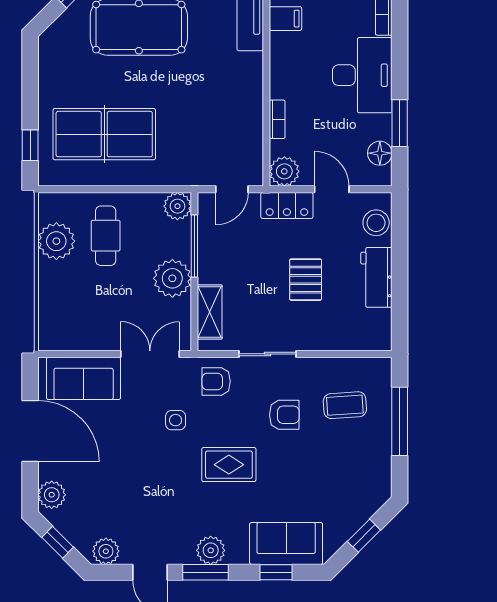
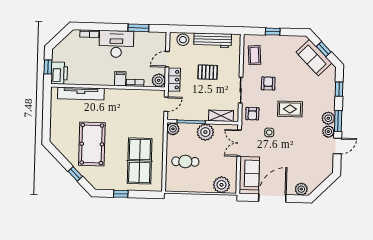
filing cabinet: (286, 19) -> (120, 79), moved
window: (30, 145) -> (121, 194), moved
floor lamp: (380, 153) -> (152, 37), removed
door: (232, 189) -> (166, 104), hinge flipped
plant: (56, 241) -> (221, 185), moved
workbench: (376, 277) -> (213, 40), width x1.38
coffee table: (345, 405) -> (254, 55), moved
window: (400, 421) -> (273, 32), width x0.46
rug: (229, 465) -> (290, 109), turned 90
window: (58, 542) -> (323, 187), removed
sofa: (286, 543) -> (314, 58), moved, turned -45
plant: (106, 551) -> (328, 132), moved

